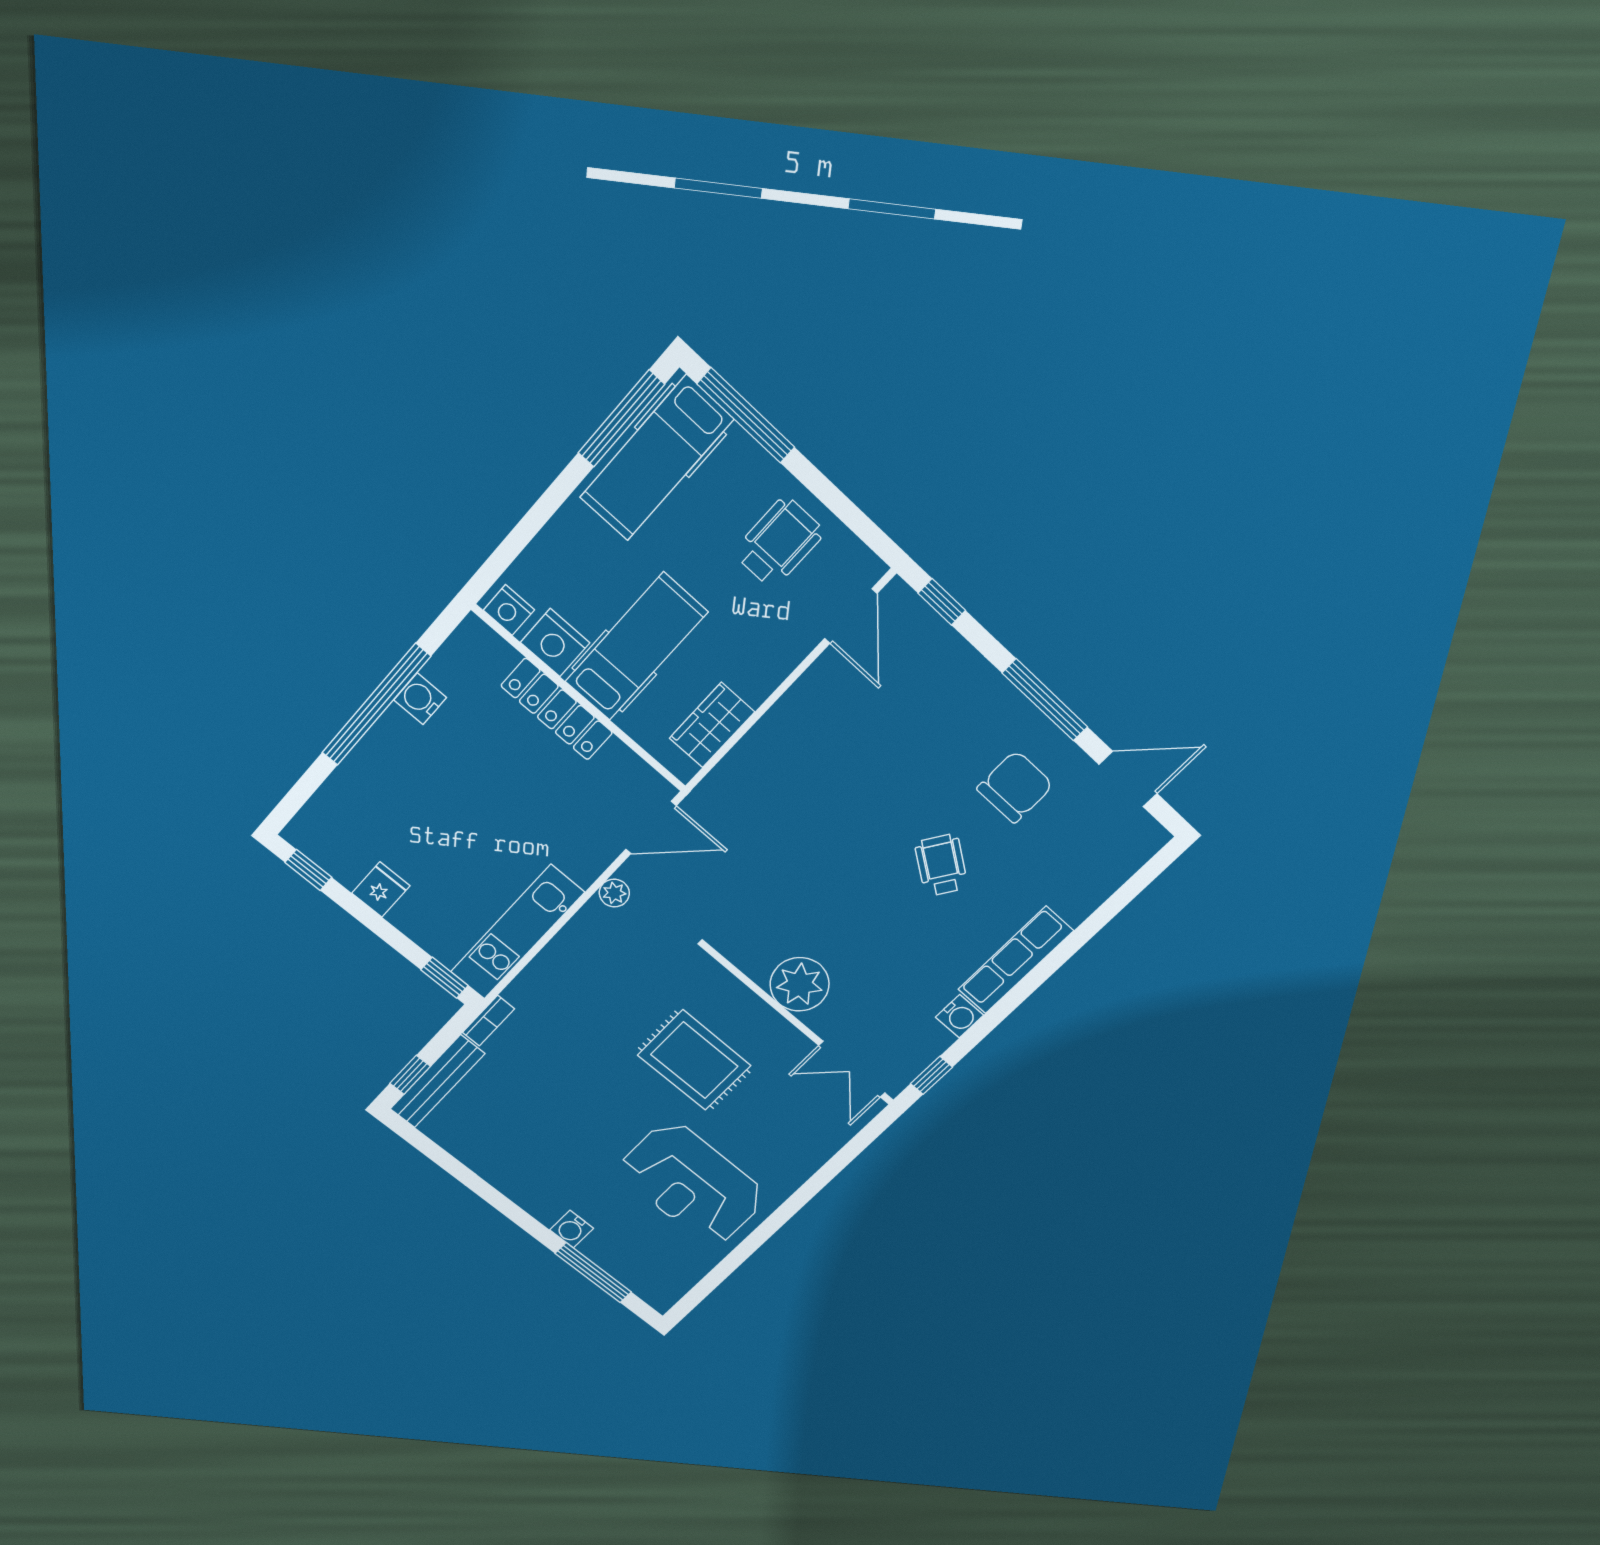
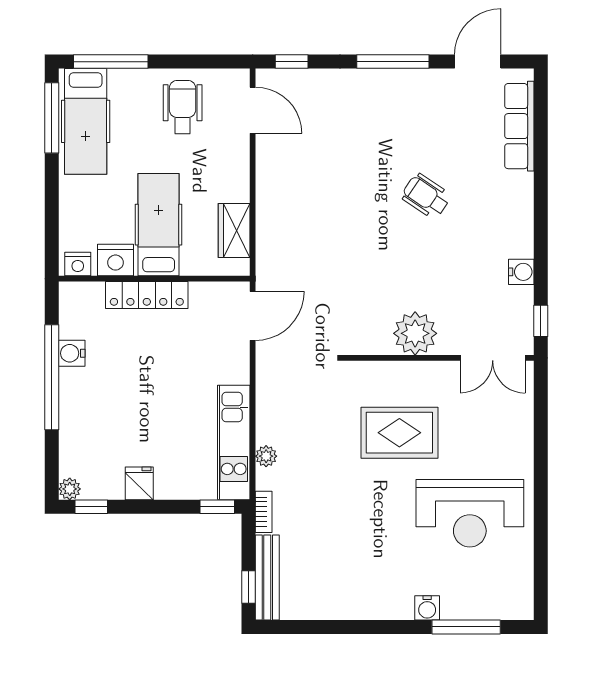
chair: (1015, 787) -> (423, 119), removed
plant: (299, 834) -> (70, 489), added
plant: (614, 893) -> (266, 456), moved
row of seats: (1016, 960) -> (519, 126), moved

